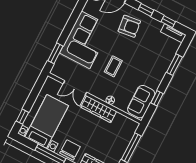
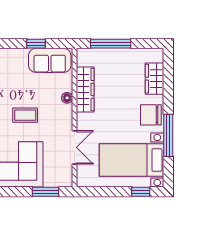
wardrobe: (99, 109) -> (85, 89), moved

